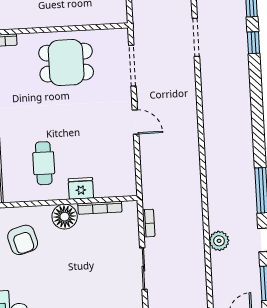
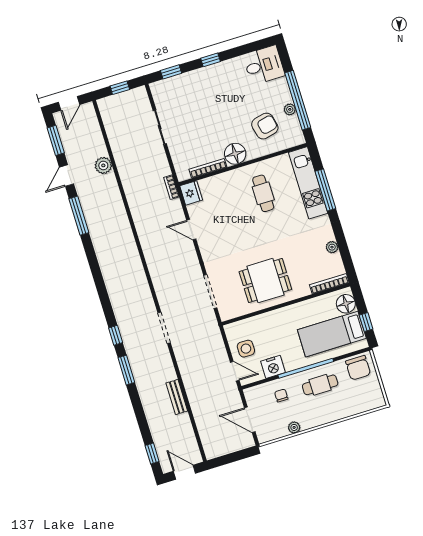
door: (135, 122) -> (191, 230), moved
fridge: (81, 188) -> (191, 193), moved, turned -90
bookcase: (149, 223) -> (171, 187), moved
armchair: (23, 240) -> (265, 126), turned 93

